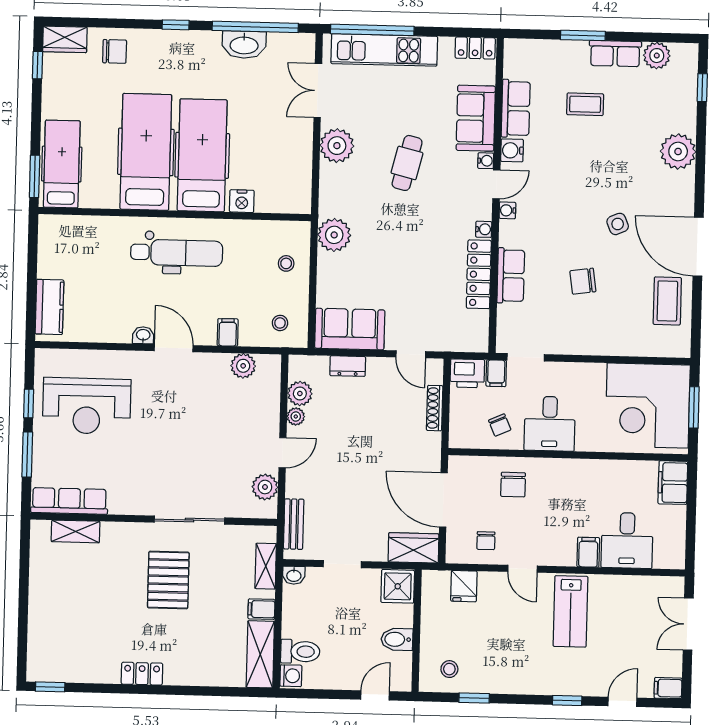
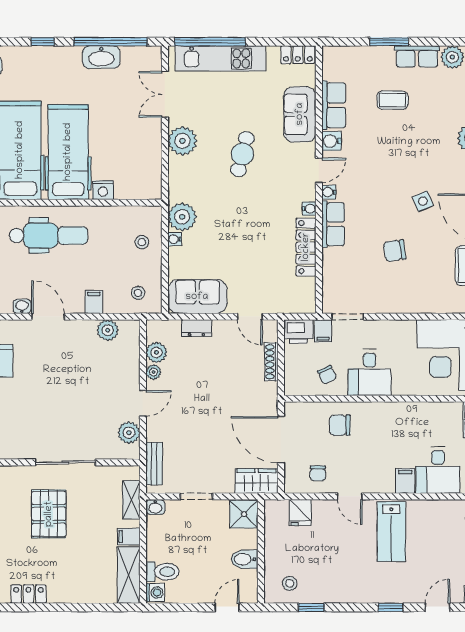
water cooler: (486, 161) -> (175, 239), moved, turned 180
row of seats: (511, 276) -> (333, 224), moved
chair: (513, 485) -> (340, 425), turned 90

